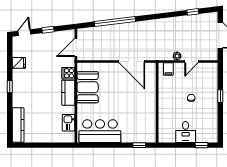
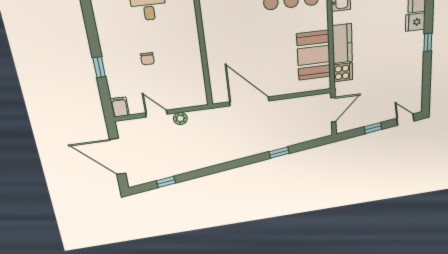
window: (115, 21) -> (279, 152), width x0.32
door: (24, 33) -> (405, 120), swing flipped
door: (191, 62) -> (156, 114), hinge flipped
fridge: (19, 63) -> (415, 22), moved
filing cabinet: (168, 69) -> (120, 107), moved

